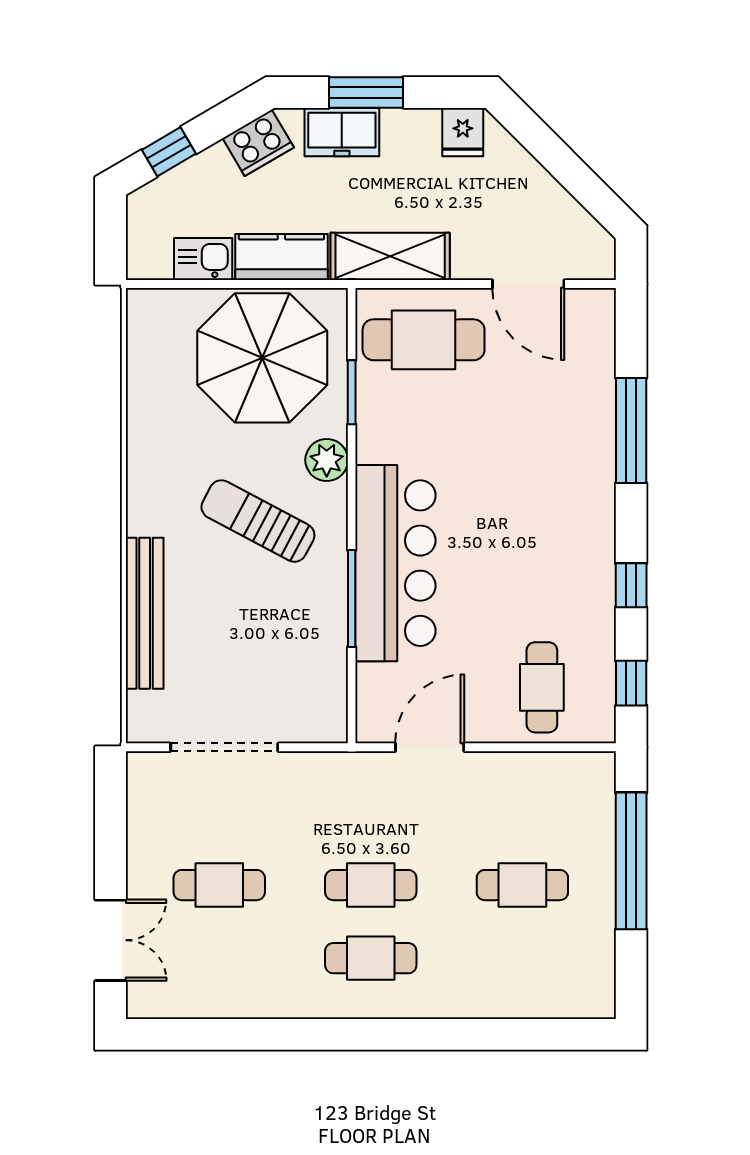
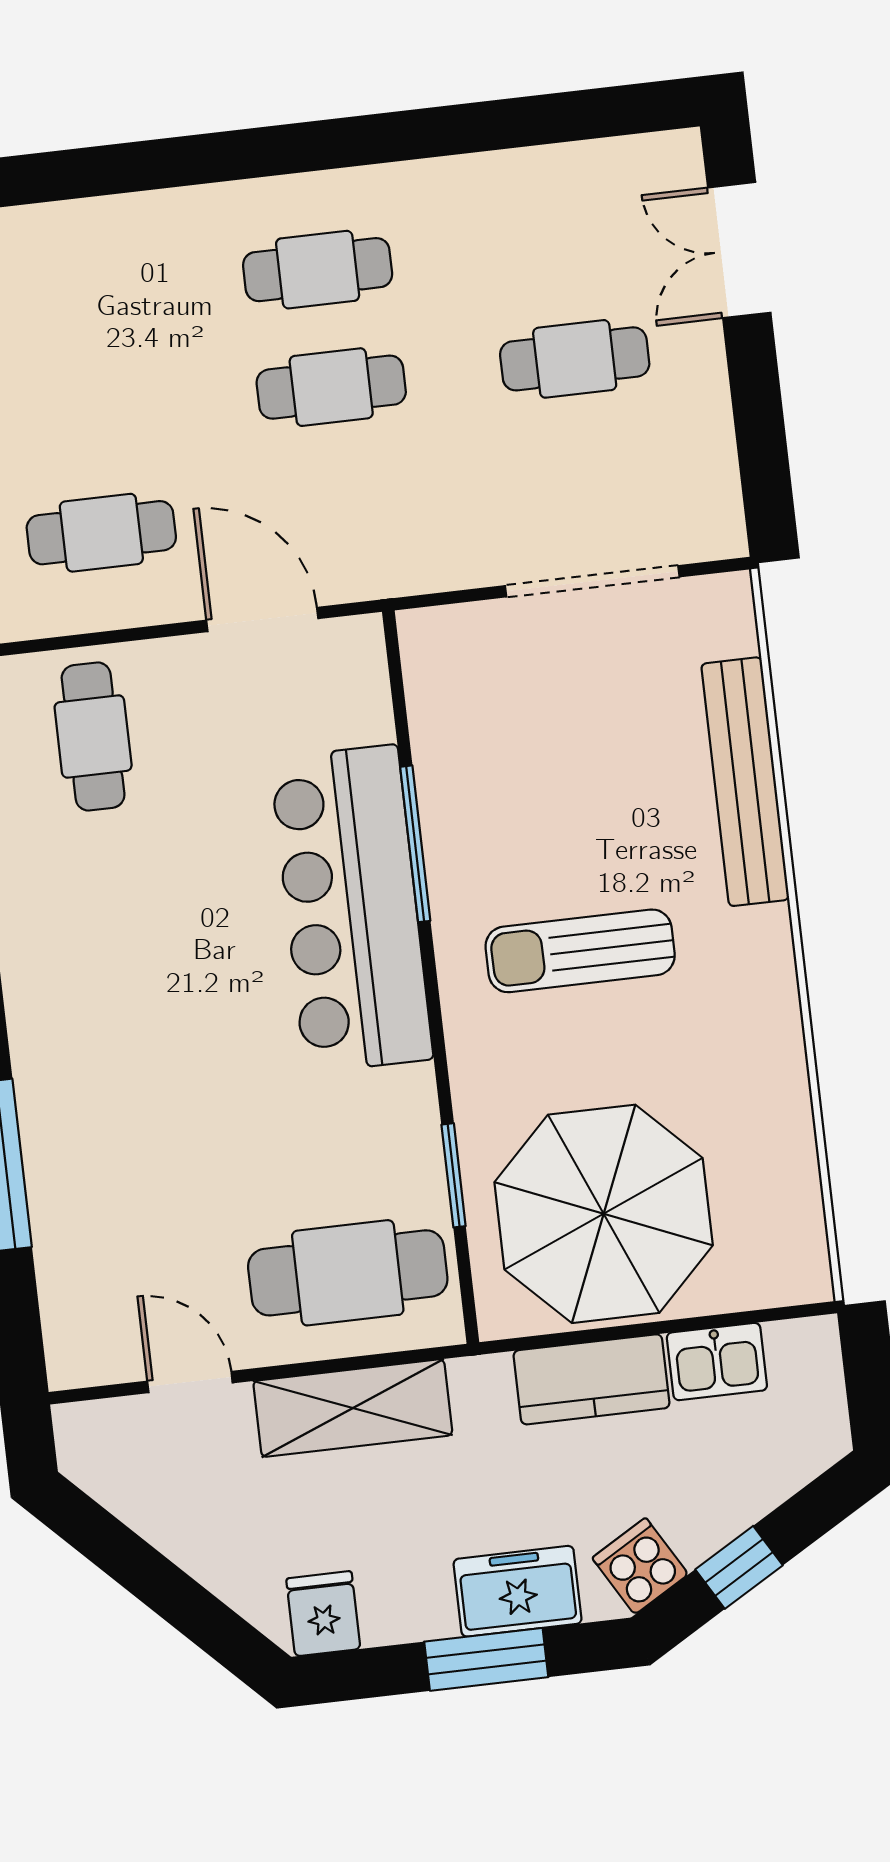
cooker: (258, 143) -> (640, 1566), width x0.73
window: (169, 152) -> (739, 1567), moved
shelving: (390, 256) -> (353, 1408), moved
door: (528, 284) -> (190, 1382), width x0.73
plant: (327, 460) -> (481, 1062), removed
sun lounger: (258, 521) -> (580, 951), turned 152
door: (430, 747) -> (262, 619), swing flipped
cafe table: (522, 885) -> (101, 533), moved

